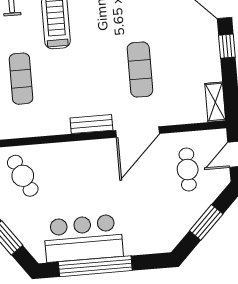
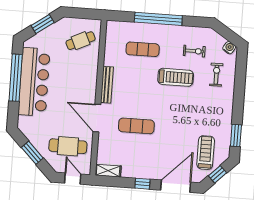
bench: (91, 124) -> (107, 85), width x1.36
cafe table: (188, 170) -> (68, 146), width x1.37, depth x1.35
bar counter: (83, 238) -> (34, 82), width x1.36

